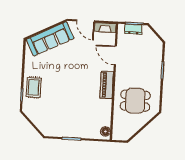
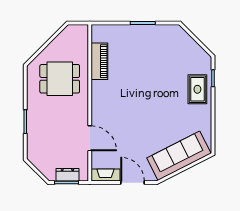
piano: (107, 85) -> (99, 61), moved
floor lamp: (105, 131) -> (98, 35), removed

